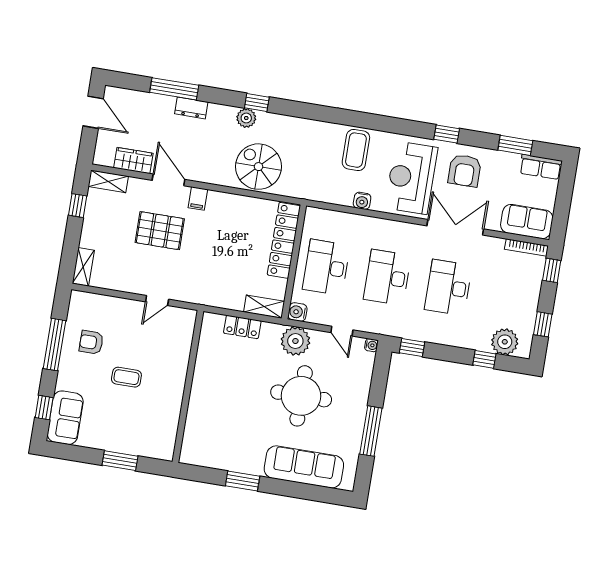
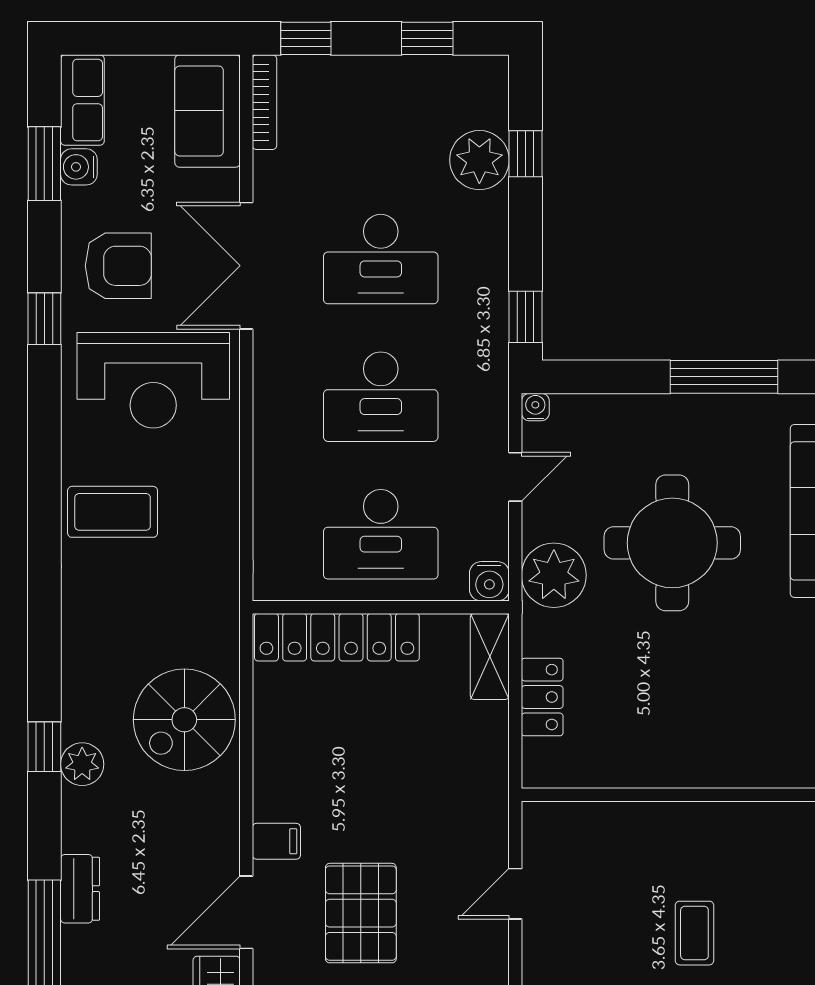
water cooler: (362, 201) -> (79, 167), moved, turned 180
door: (157, 301) -> (515, 894), swing flipped
plant: (505, 342) -> (479, 160), moved

